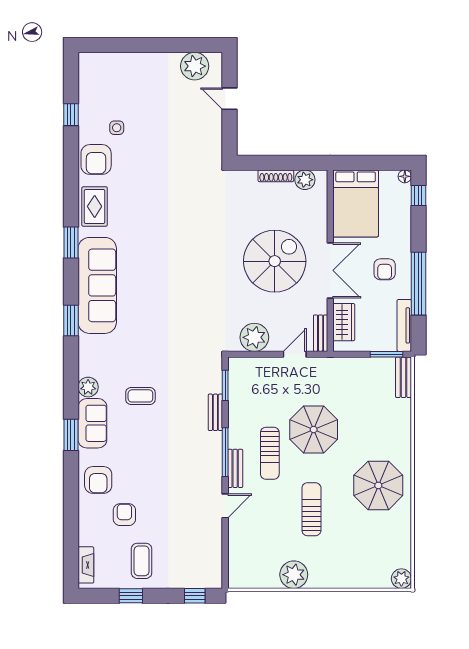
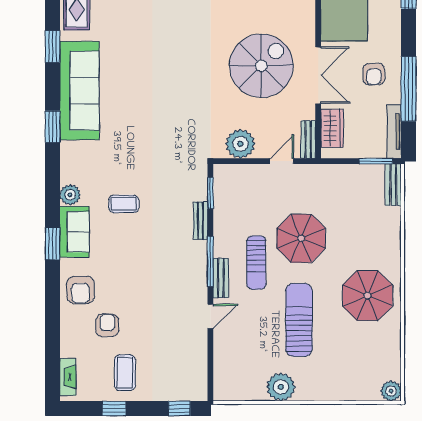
sun lounger: (311, 509) -> (299, 320), width x1.36, depth x1.34

